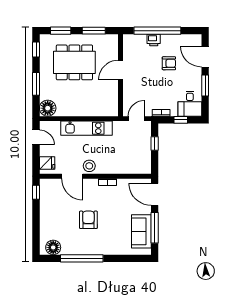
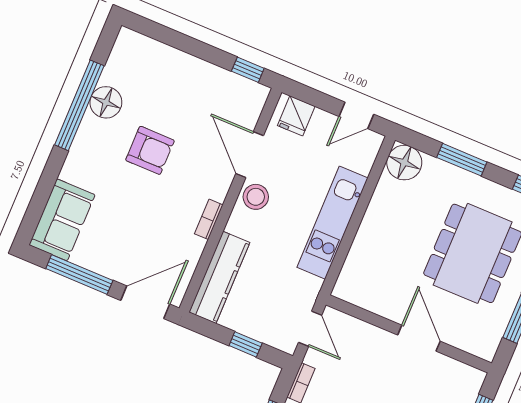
kitchen counter: (130, 167) -> (219, 277), added
door: (72, 176) -> (250, 155), hinge flipped
sofa: (141, 231) -> (62, 220), moved, turned 90
floor lamp: (53, 247) -> (106, 102), moved

